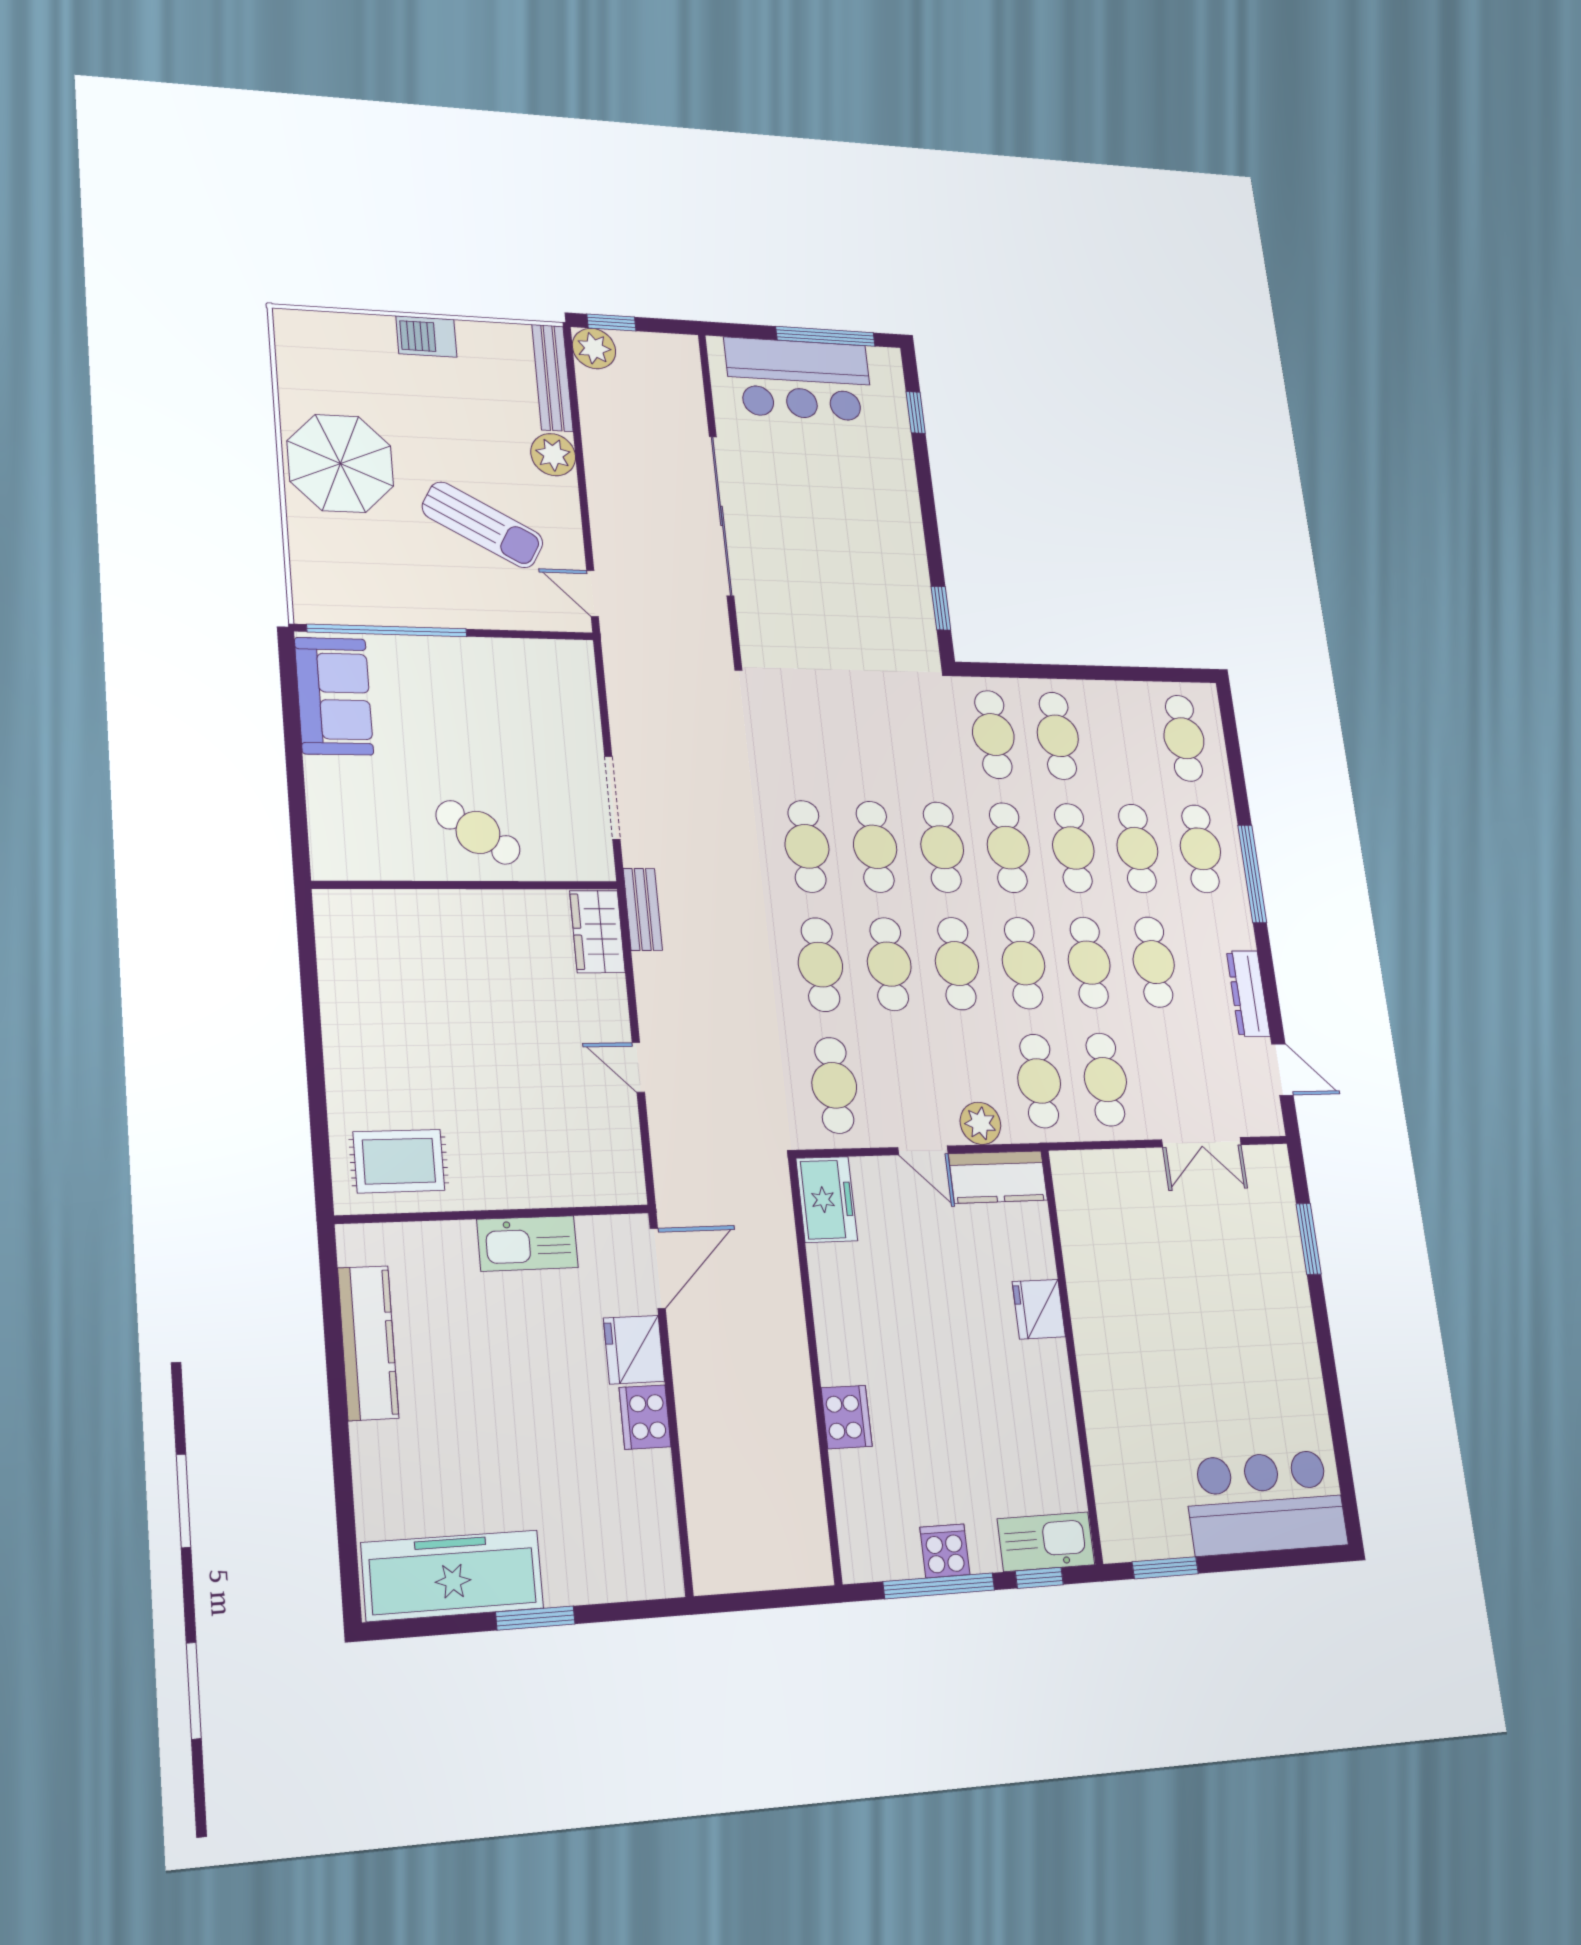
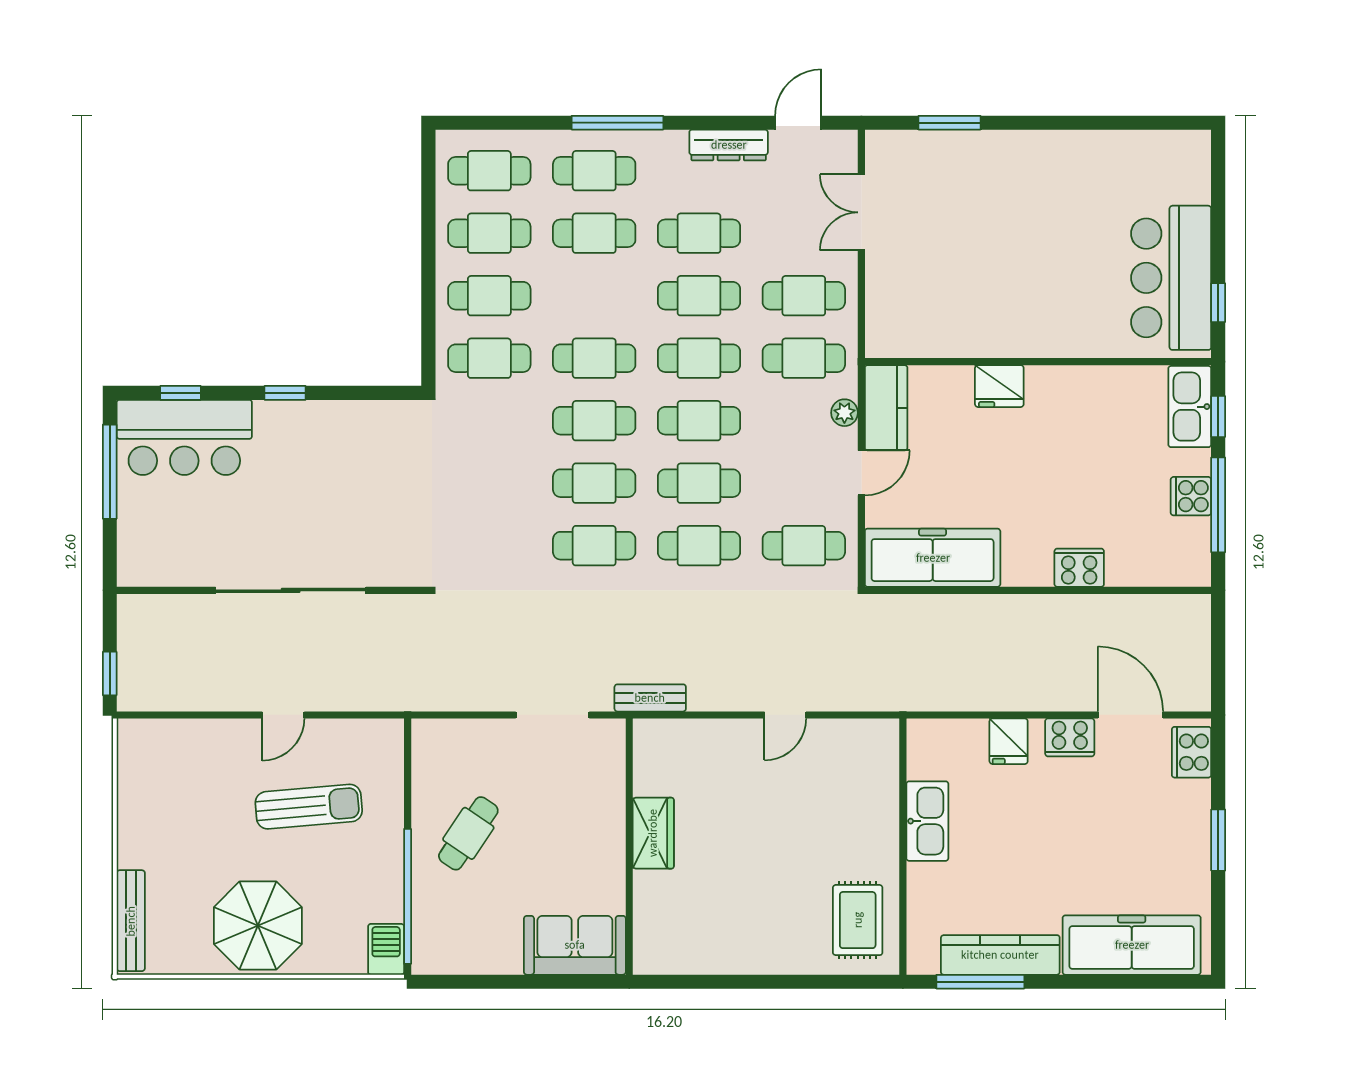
barbecue: (426, 337) -> (386, 949), moved, turned 180
plant: (594, 349) -> (136, 692), removed
bench: (552, 378) -> (131, 921), moved, turned 90
bar counter: (799, 379) -> (184, 437), moved, turned 90
plant: (553, 455) -> (240, 738), removed
sun lounger: (483, 525) -> (309, 807), turned 56
door: (593, 593) -> (283, 715), moved
window: (941, 608) -> (285, 393), moved
sofa: (334, 696) -> (575, 945), moved
cafe table: (478, 832) -> (468, 833), moved
cafe table: (1073, 848) -> (489, 233), moved
wardrobe: (597, 932) -> (653, 833), moved, turned -90
plant: (980, 1123) -> (844, 413), width x0.73, depth x0.73
double door: (1201, 1142) -> (861, 212), swing flipped
freezer: (827, 1200) -> (933, 558), width x1.91, depth x1.26
door: (658, 1268) -> (1130, 715), moved
window: (332, 1319) -> (980, 982), added
fridge: (634, 1350) -> (1009, 741), width x0.72
bar counter: (1265, 1502) -> (1171, 278), moved
window: (1165, 1568) -> (1218, 303), width x0.67
cooker: (642, 1575) -> (1192, 752), added
freezer: (453, 1576) -> (1132, 945), moved, turned 90

